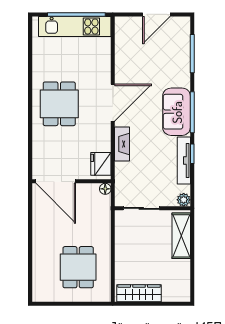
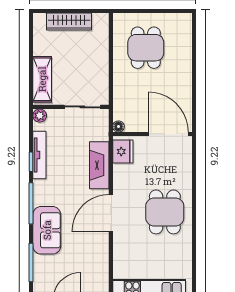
sofa: (177, 112) -> (47, 230), moved
fireplace: (122, 144) -> (99, 165), width x1.37, depth x1.32
wardrobe: (139, 293) -> (69, 22), moved

